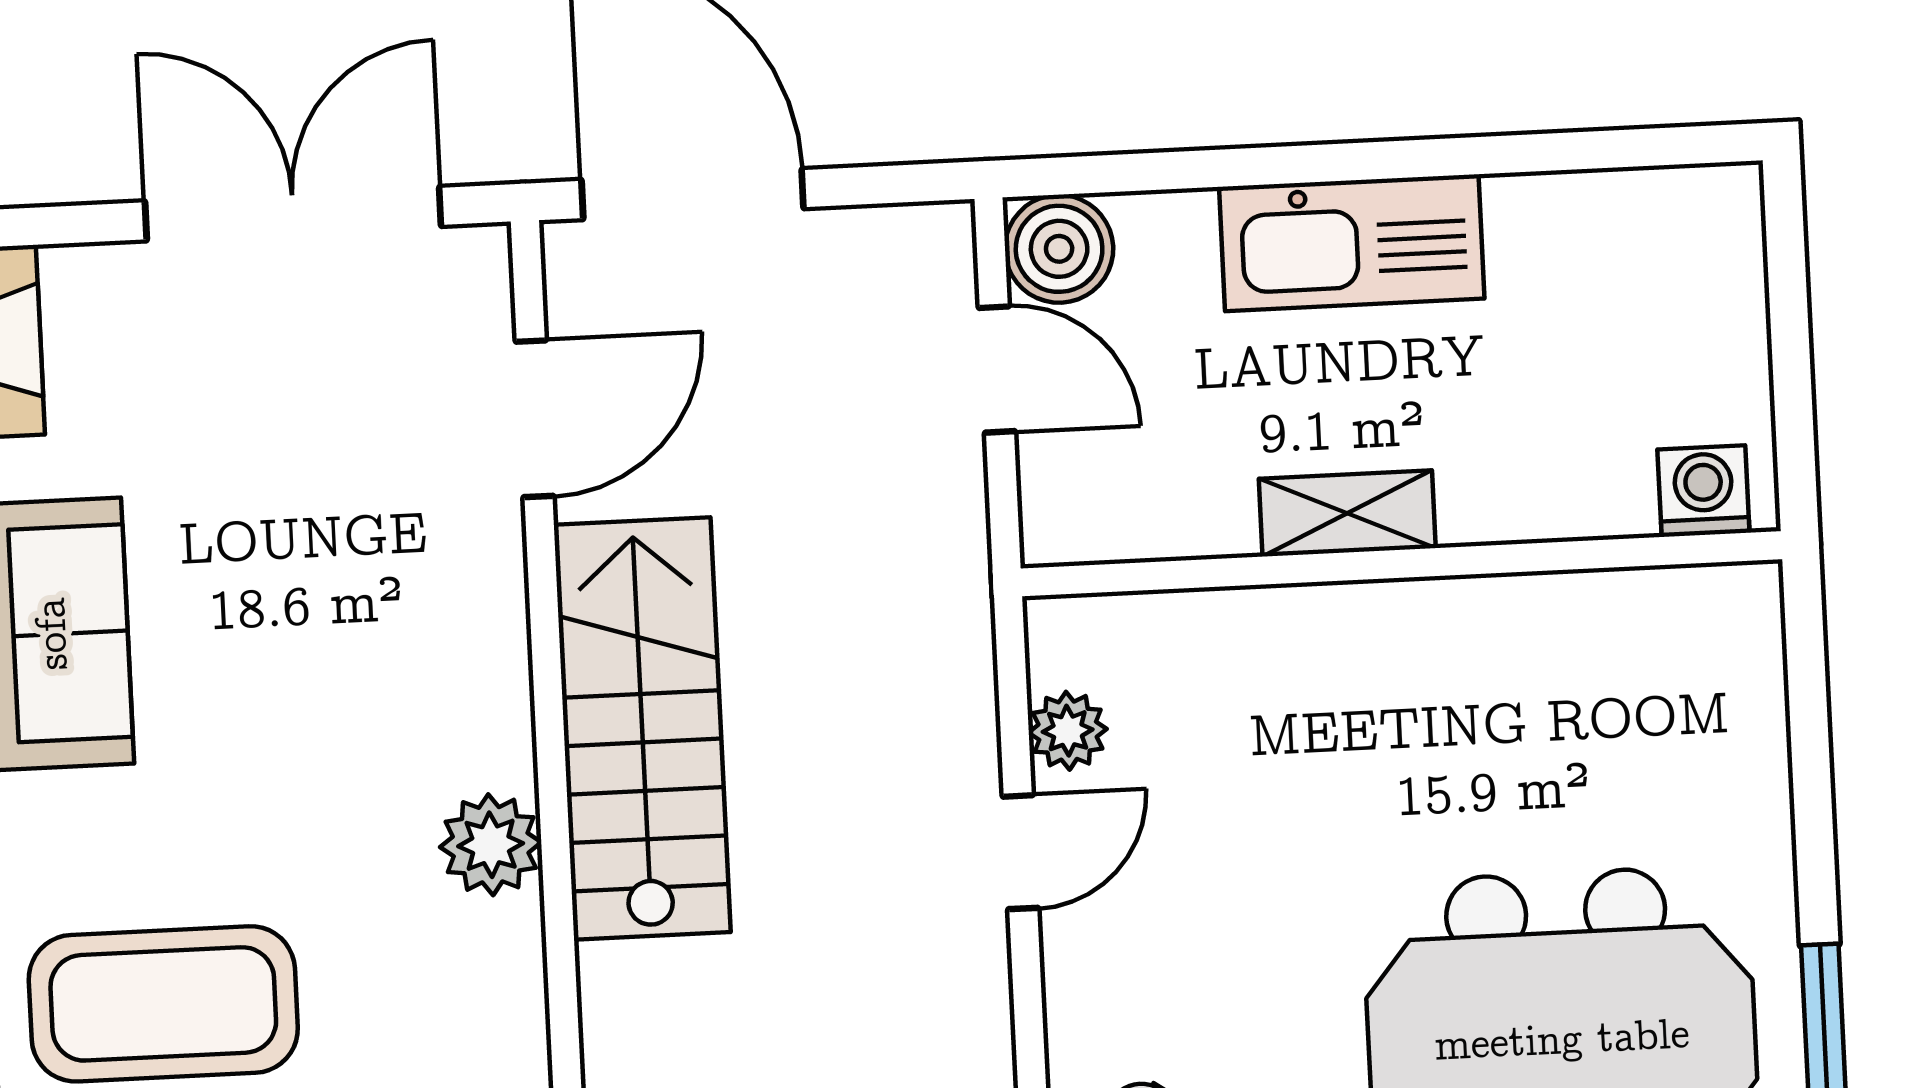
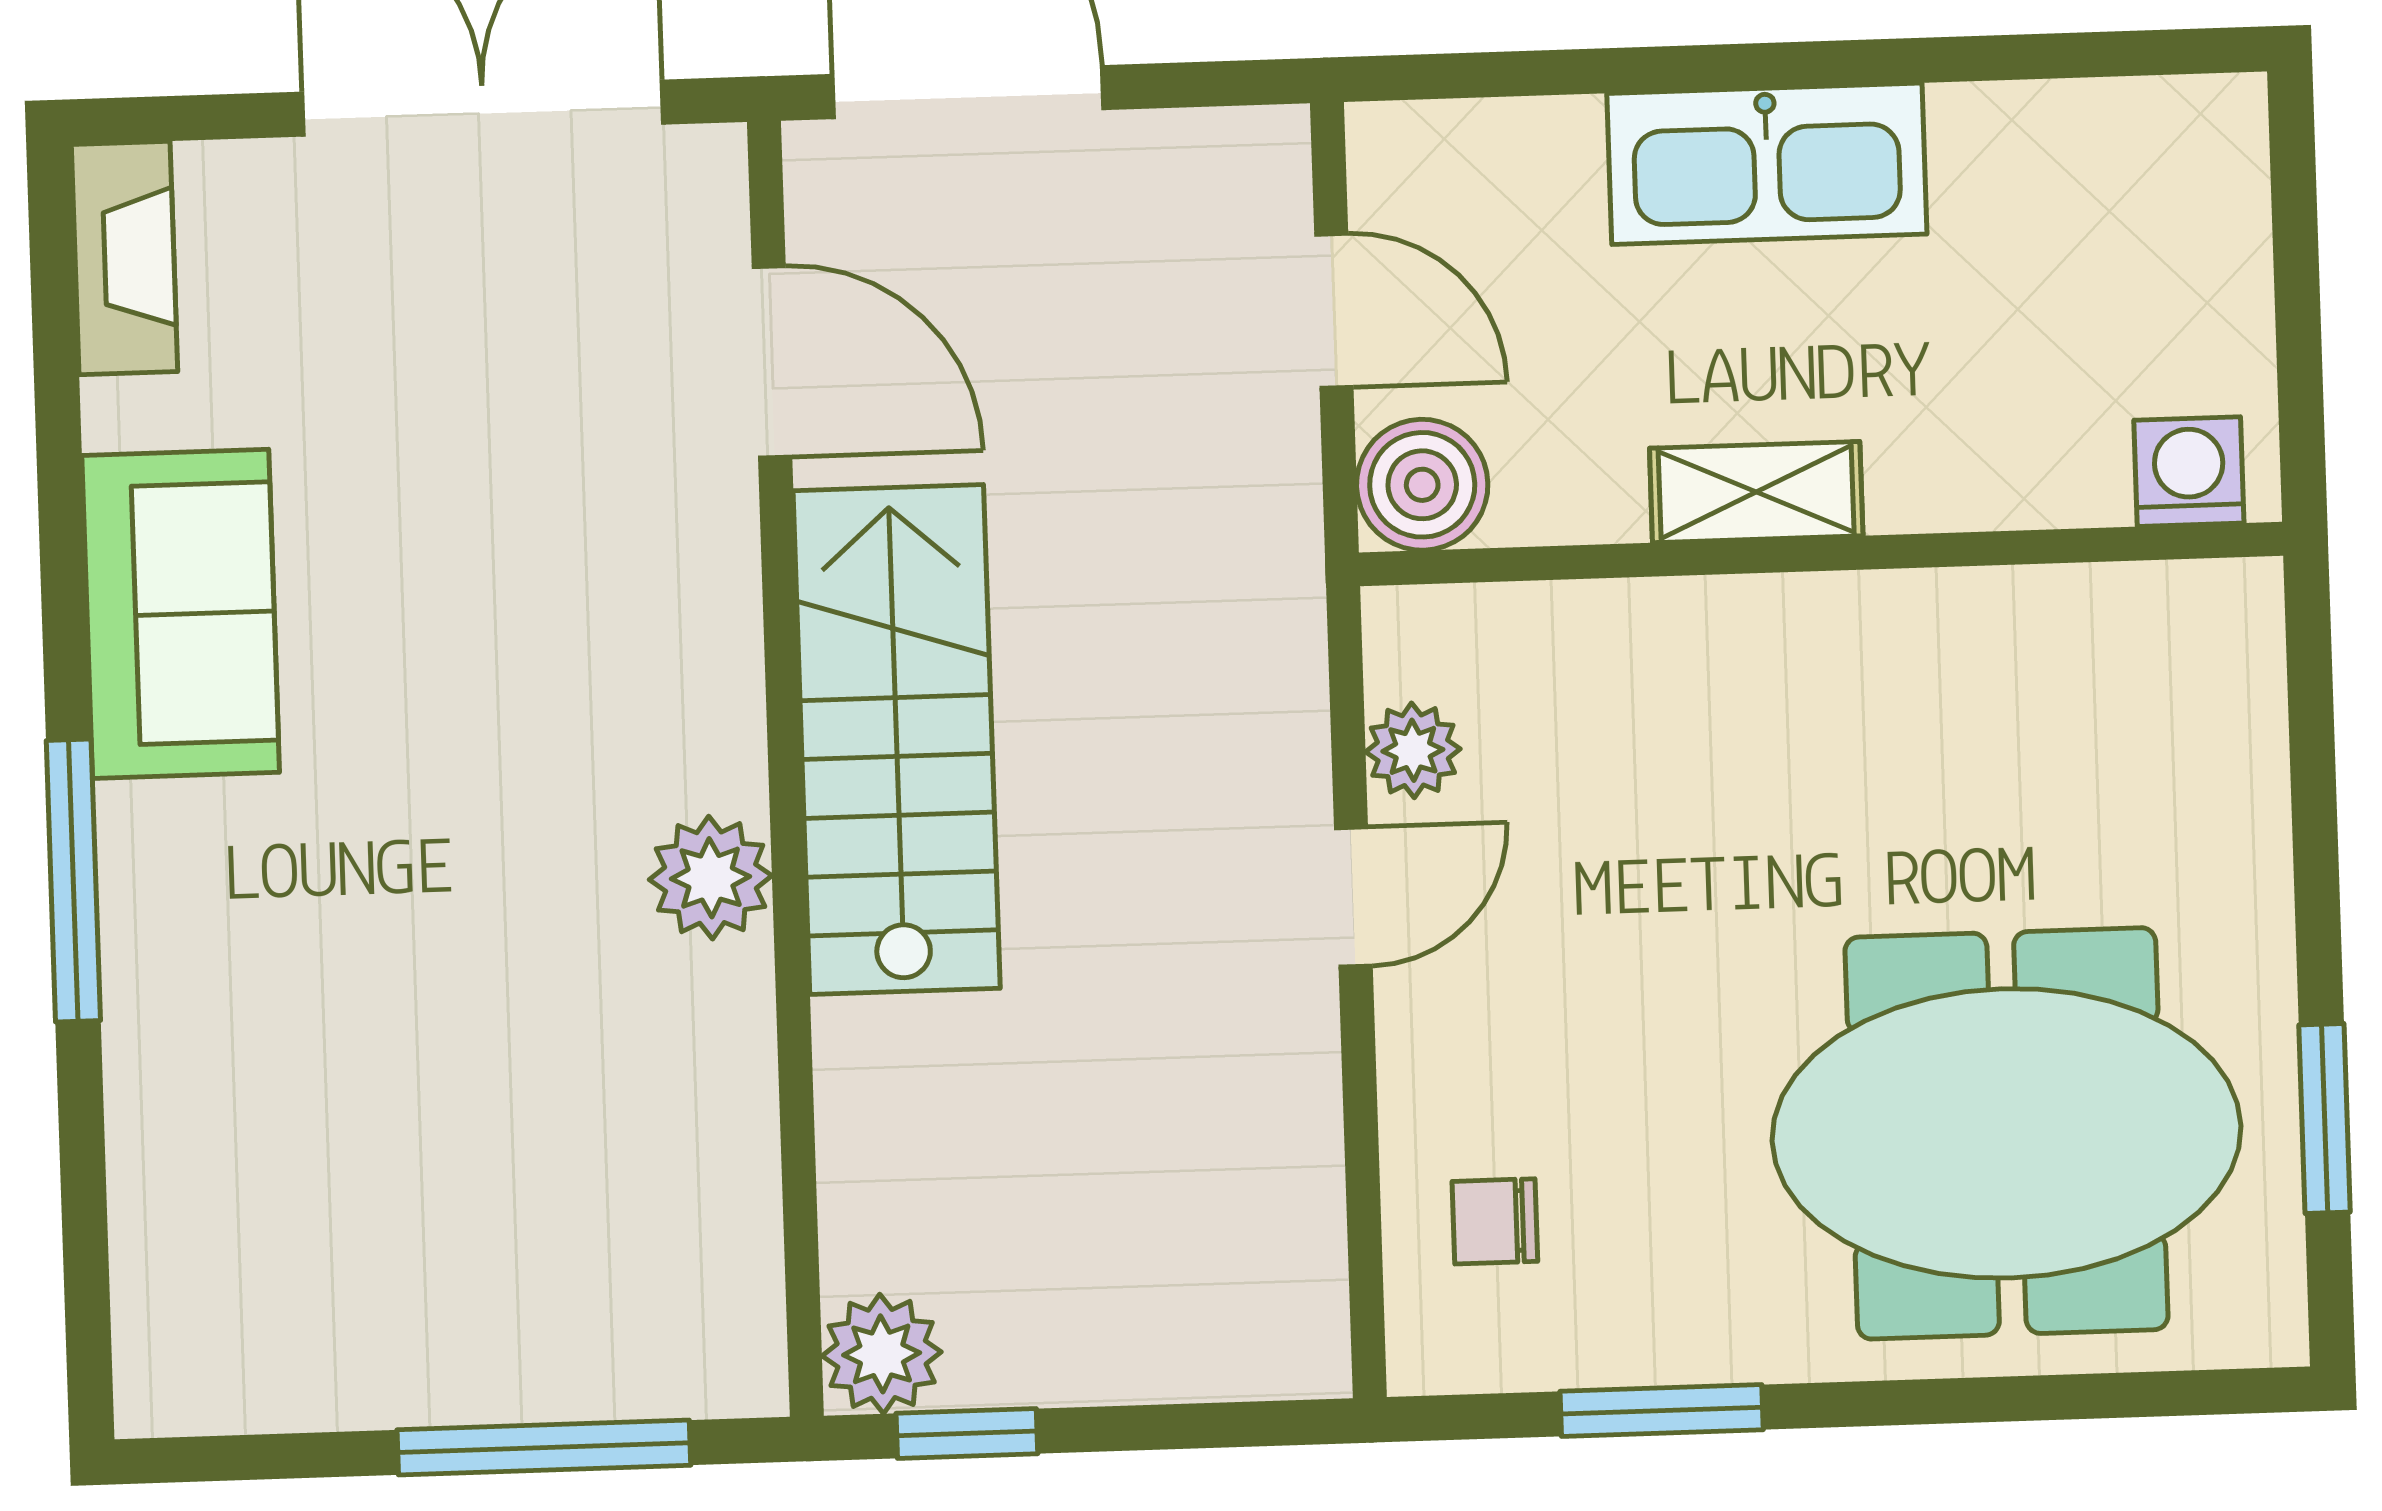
boiler: (1059, 249) -> (1422, 485), moved
door: (535, 419) -> (772, 362), hinge flipped
coffee table: (163, 1004) -> (310, 1065), removed

